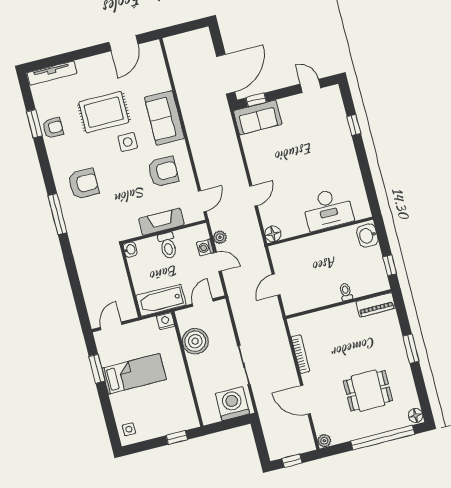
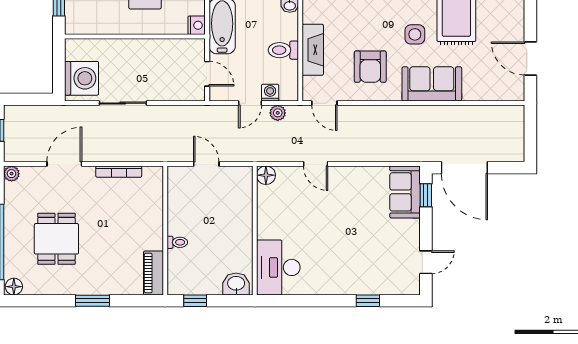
desk: (328, 209) -> (278, 267), moved
boiler: (195, 341) -> (165, 54), removed

